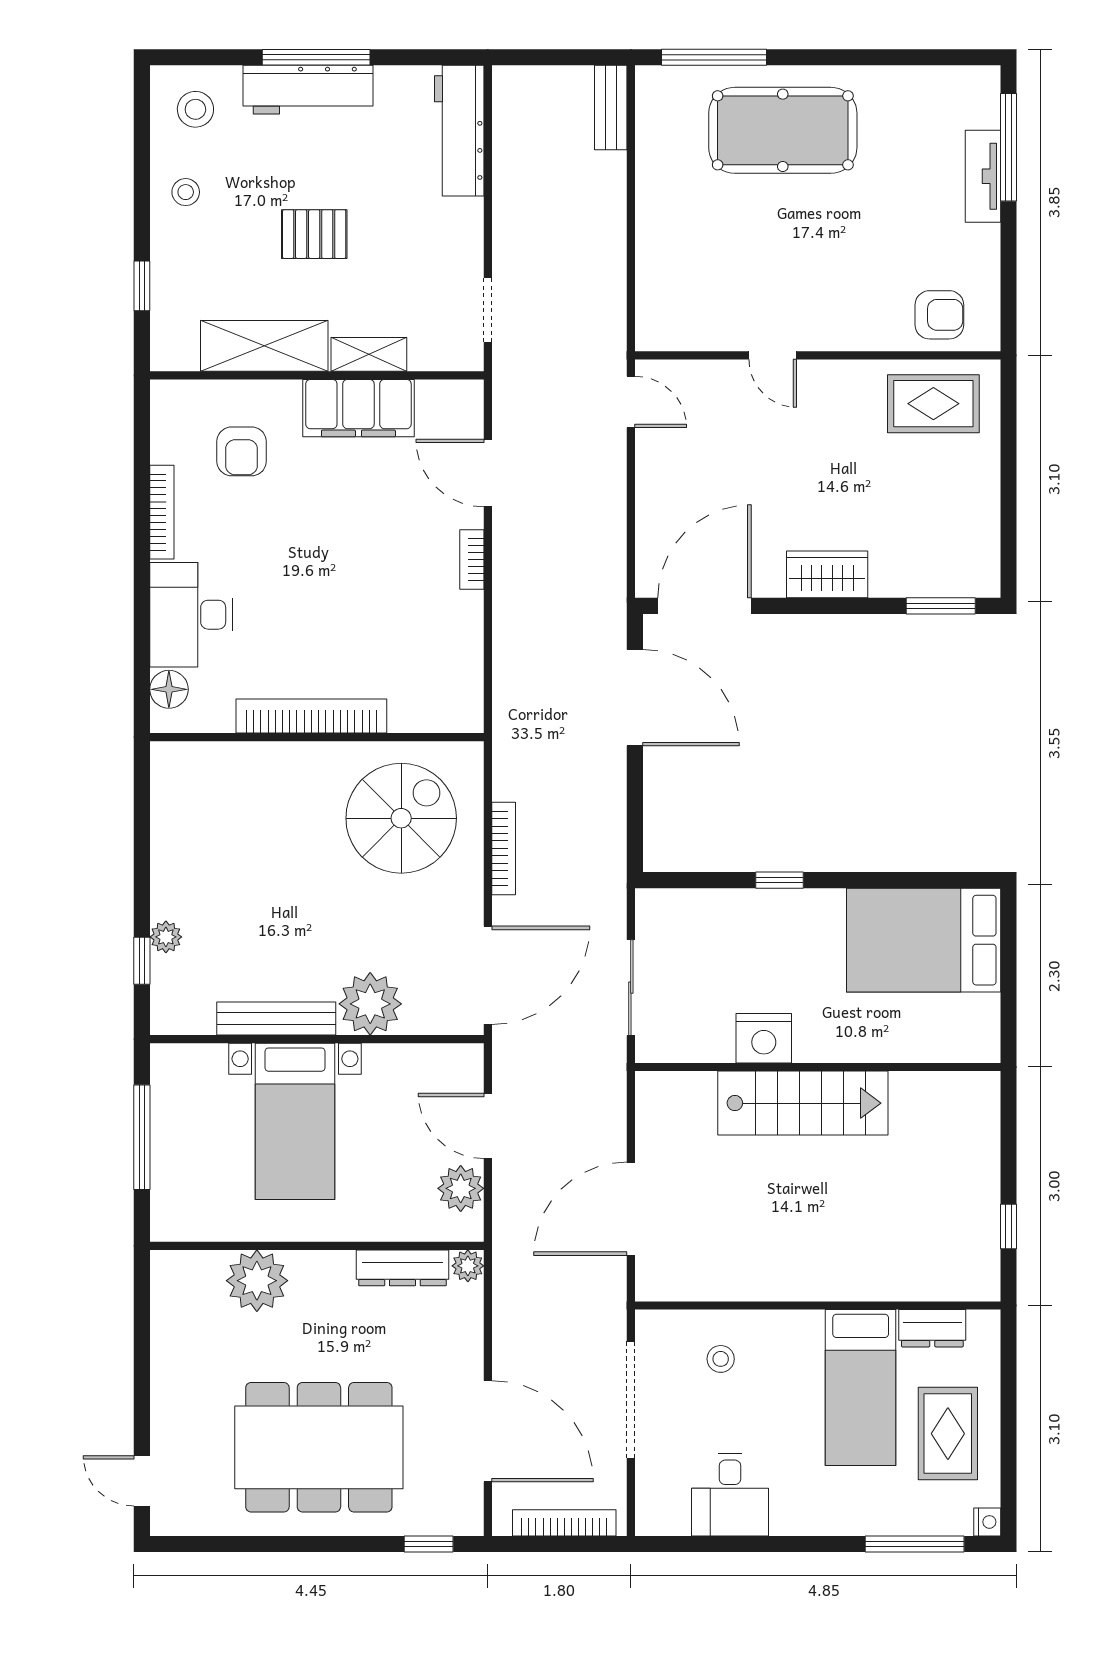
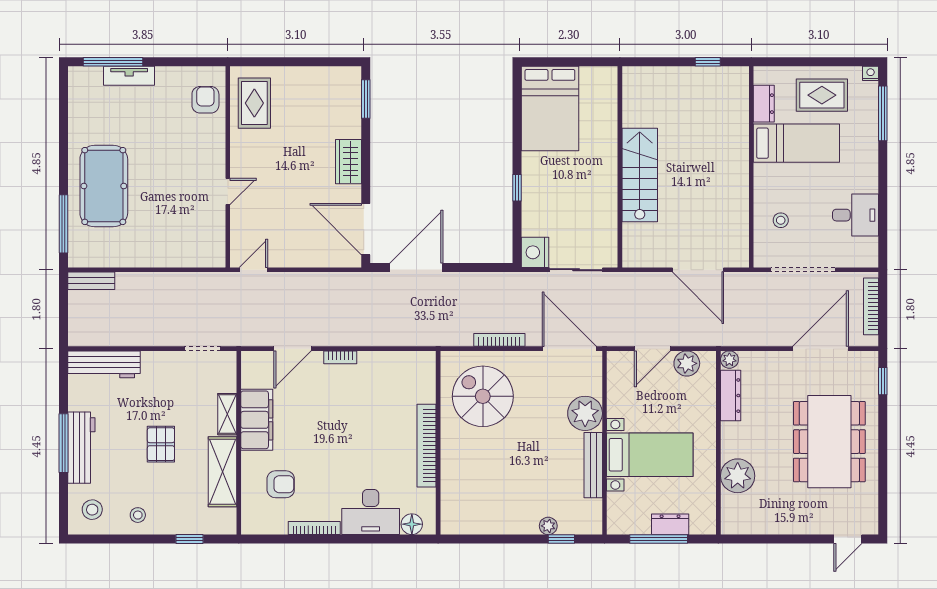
nightstand: (764, 1038) -> (535, 252), moved, turned 180
dresser: (169, 1158) -> (670, 524), added

